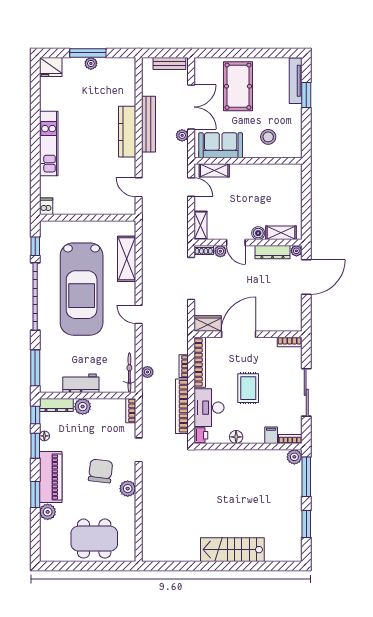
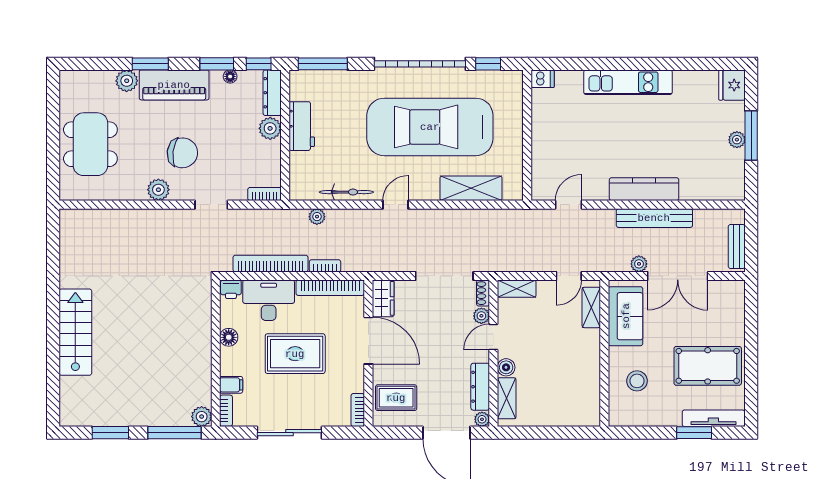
pool table: (238, 86) -> (708, 366), moved
rug: (281, 314) -> (396, 398), added
bicycle: (129, 373) -> (346, 192), moved
rug: (248, 388) -> (295, 354), width x1.36, depth x1.43

